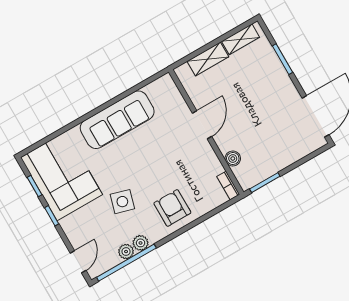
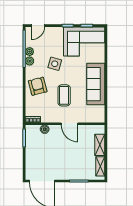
coffee table: (163, 159) -> (64, 95), added
armchair: (172, 208) -> (38, 86), turned -104
door: (78, 262) -> (38, 26), hinge flipped

